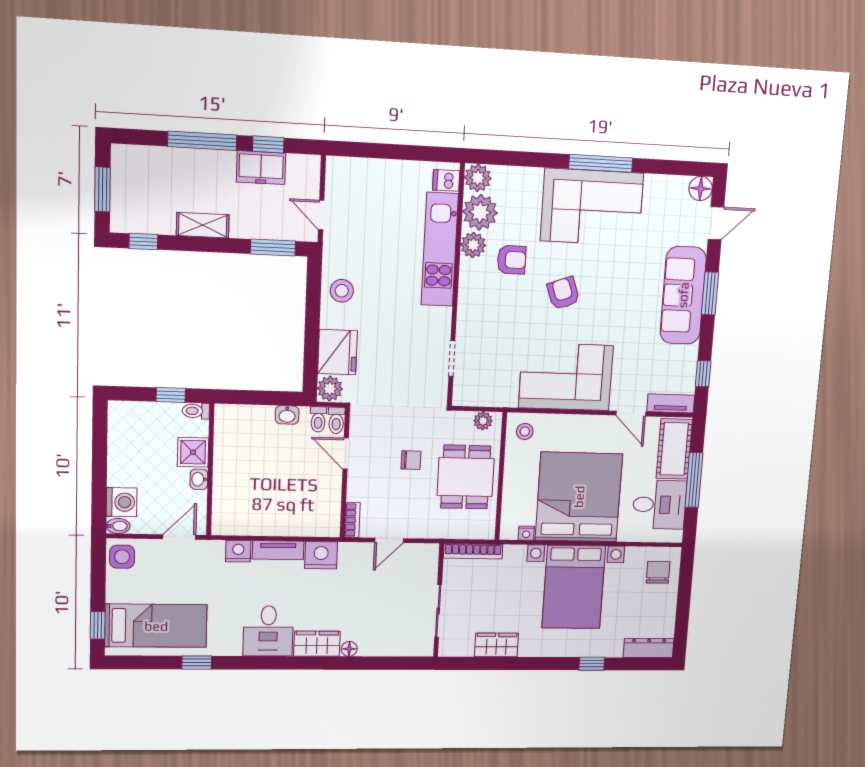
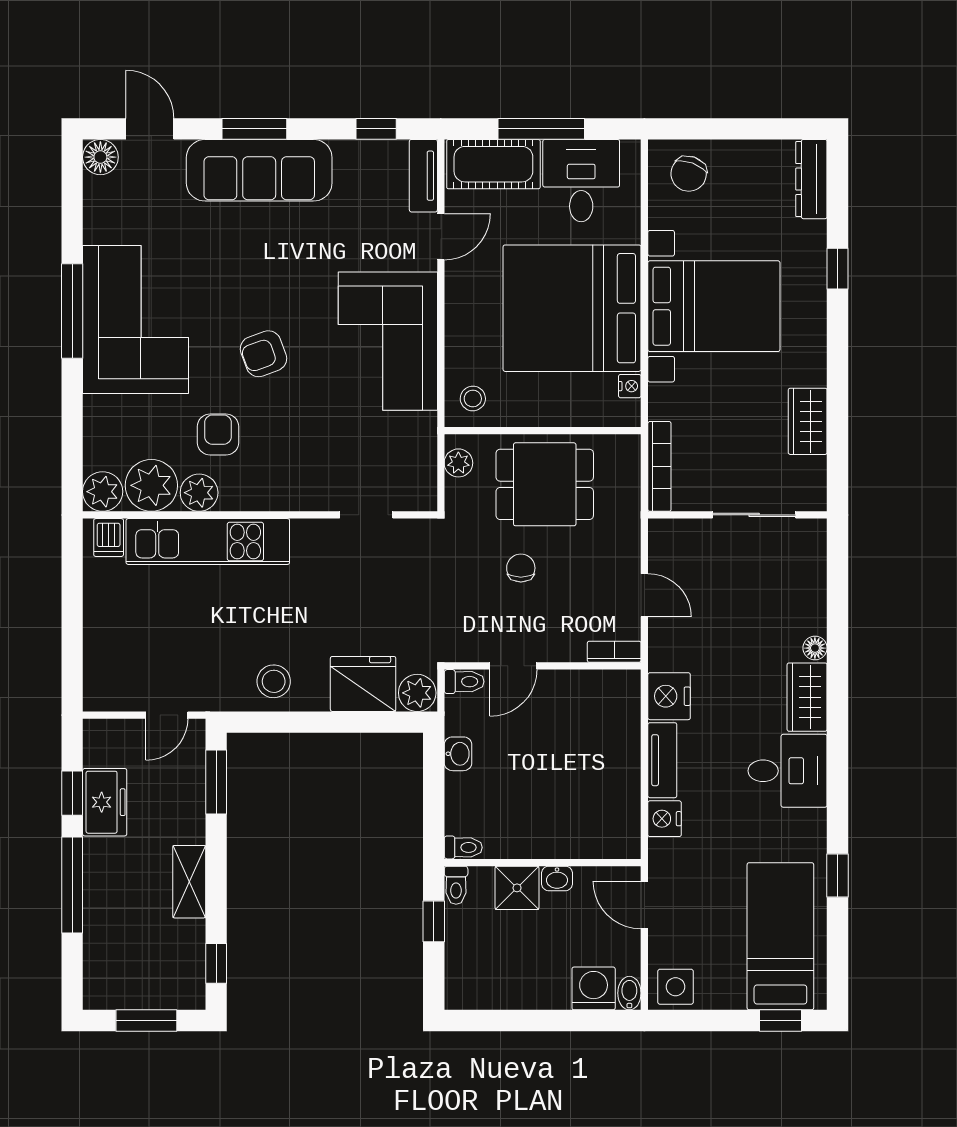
toilet: (318, 419) -> (463, 847), moved
chair: (658, 572) -> (689, 174), turned -70

